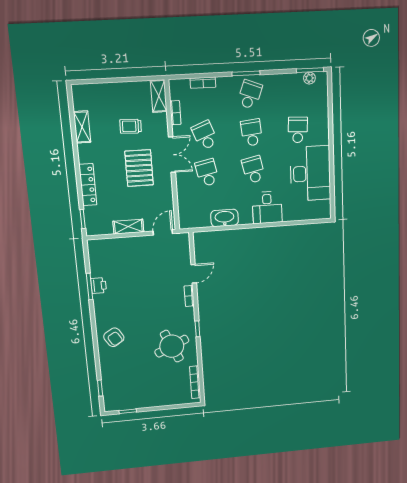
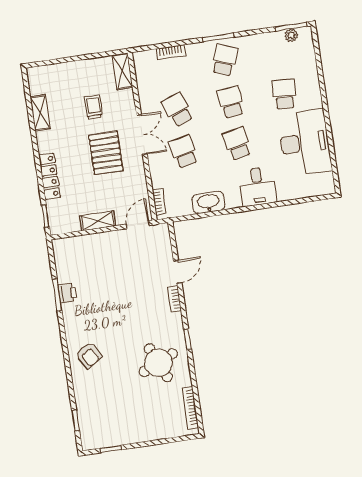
bookcase: (175, 113) -> (159, 202), moved
trolley: (131, 126) -> (94, 107), turned 88

